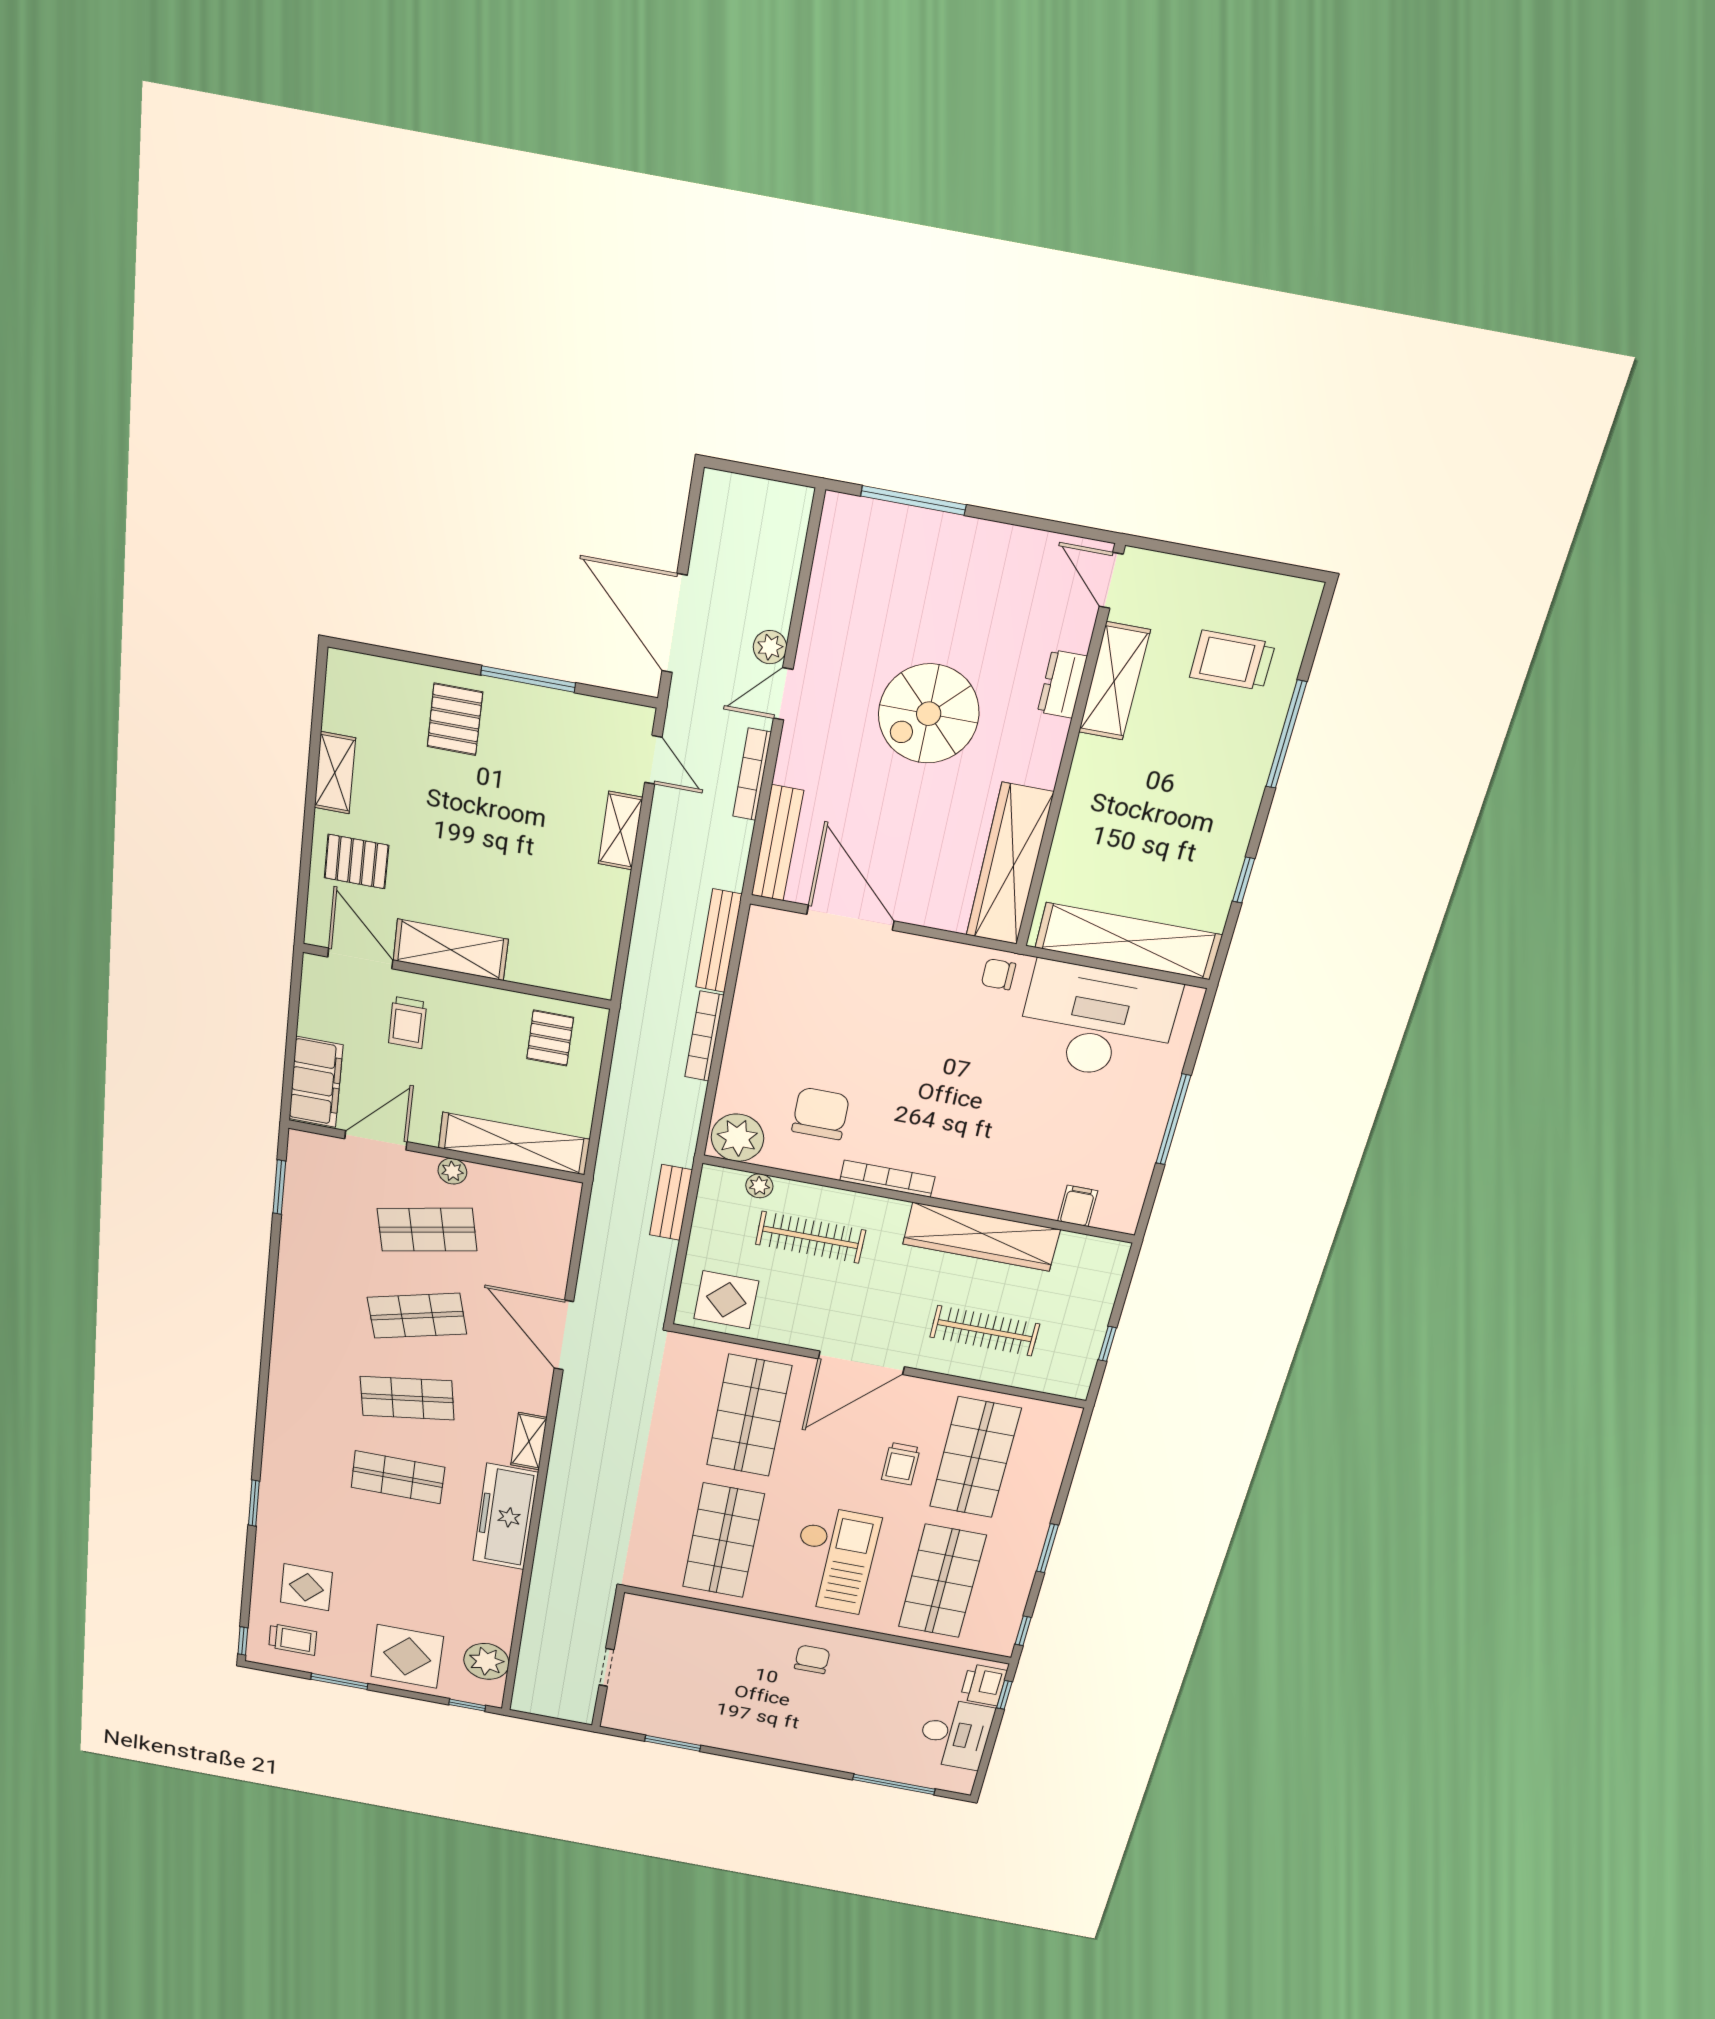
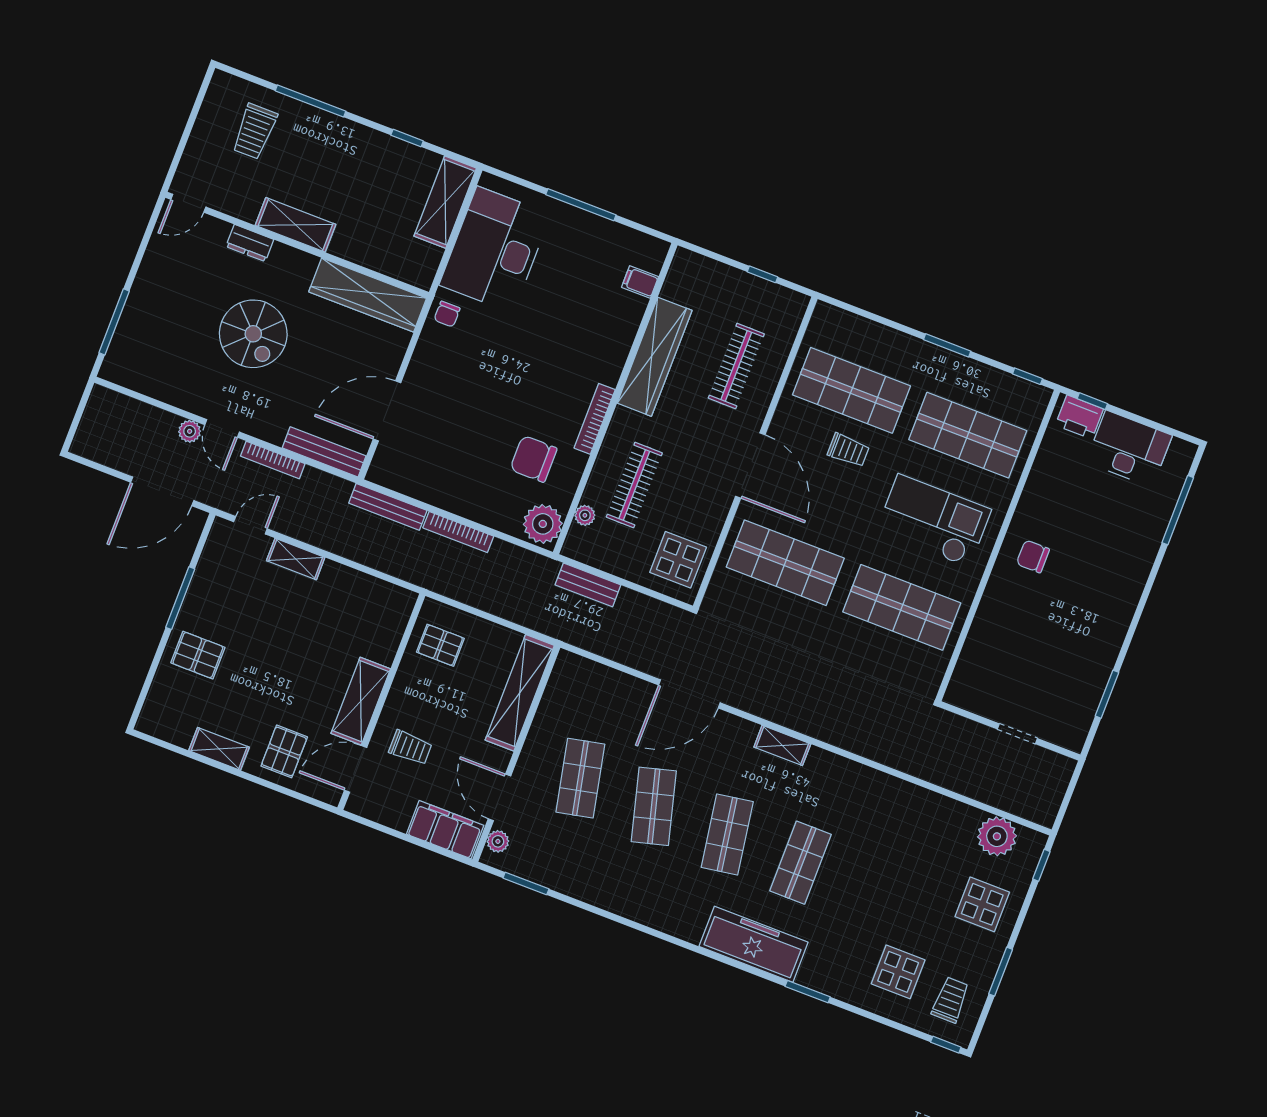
shelving: (1114, 681) -> (296, 225), moved
shelving: (1128, 941) -> (445, 202), width x0.68
plant: (452, 1171) -> (498, 841), moved
freezer: (505, 1517) -> (754, 944), moved, turned 180
display table: (407, 1657) -> (982, 904), width x0.73, depth x0.73

